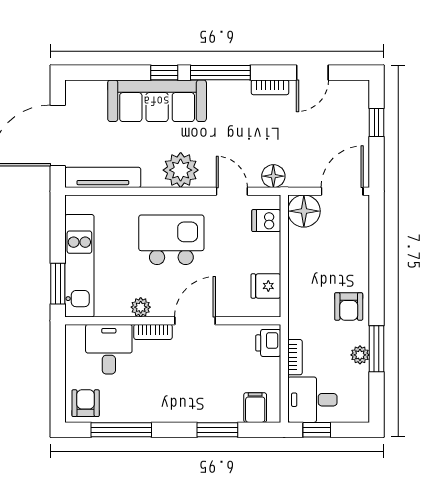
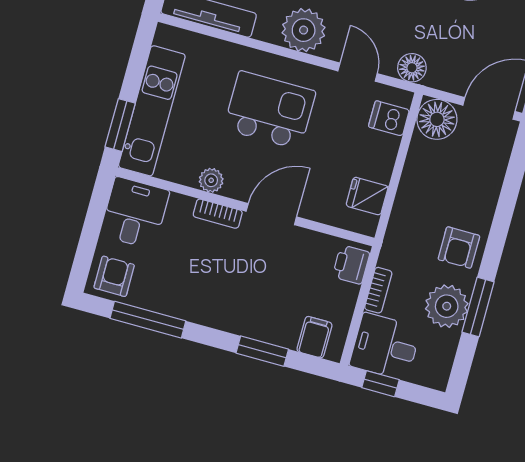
desk: (109, 349) -> (135, 213), moved
plant: (360, 355) -> (447, 306), width x1.88, depth x1.88

